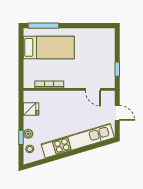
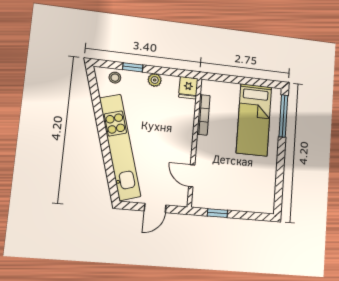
door: (93, 89) -> (192, 176), hinge flipped
fridge: (31, 109) -> (188, 88), moved
plant: (28, 134) -> (155, 80), moved

